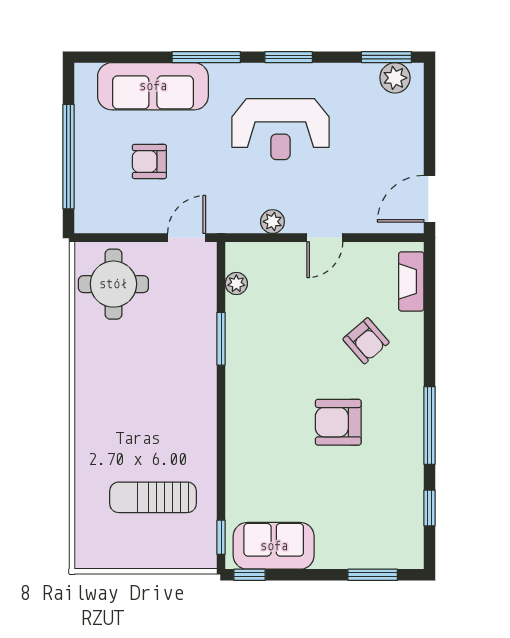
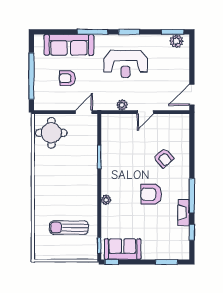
fireplace: (411, 281) -> (184, 213), moved
plant: (236, 284) -> (106, 200), moved

